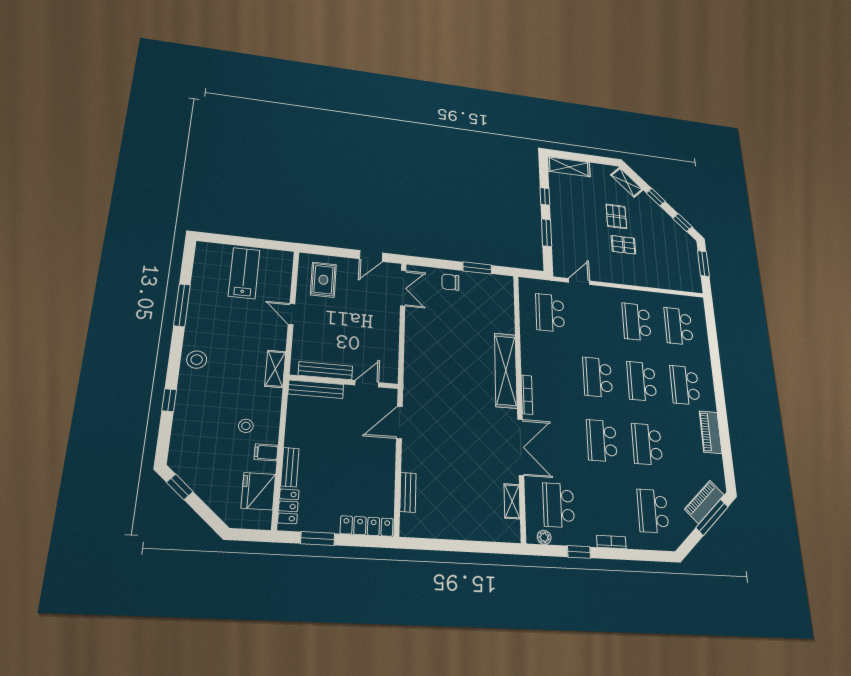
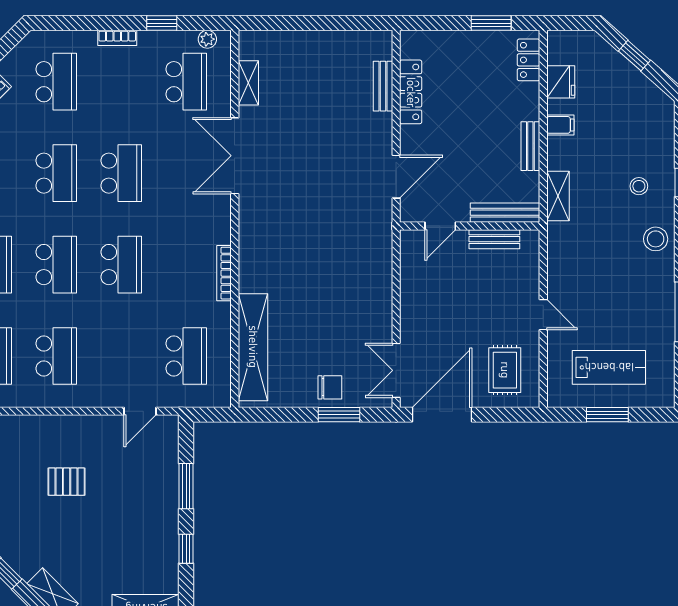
pallet: (616, 216) -> (74, 530), removed
window: (249, 242) -> (607, 415), added
door: (371, 256) -> (442, 415), width x1.87
window: (477, 268) -> (339, 415), moved
lab bench: (244, 273) -> (609, 367), turned -90
shelving: (275, 369) -> (558, 196), moved
shelving: (506, 370) -> (253, 347), moved
bench: (325, 371) -> (494, 239), width x0.73
bookcase: (527, 395) -> (224, 273), moved
stool: (246, 426) -> (639, 186), moved
bench: (290, 467) -> (530, 146), moved
window: (180, 487) -> (634, 56), moved
fridge: (258, 491) -> (561, 82), width x0.73, depth x0.75
locker: (367, 526) -> (411, 92), moved, turned -90

